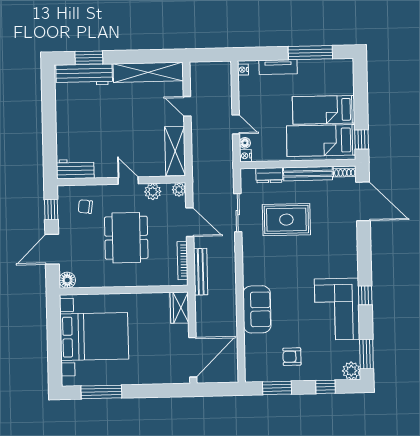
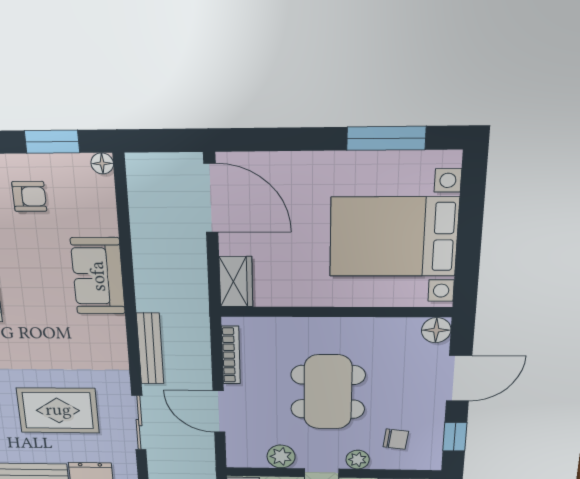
plant: (179, 190) -> (358, 460), moved
bench: (201, 272) -> (150, 349), moved
door: (193, 357) -> (211, 198), swing flipped
floor lamp: (251, 376) -> (102, 163), added

